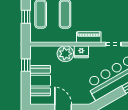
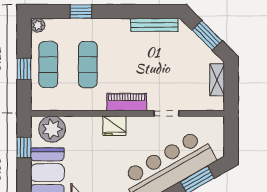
plant: (65, 54) -> (52, 129), moved

